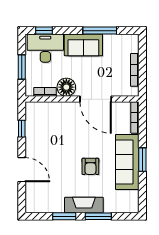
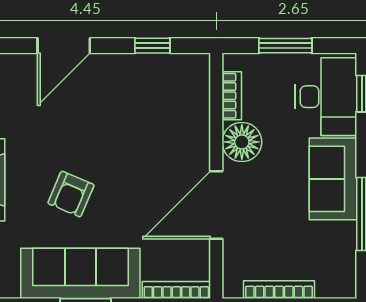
armchair: (90, 166) -> (71, 194), turned -67

